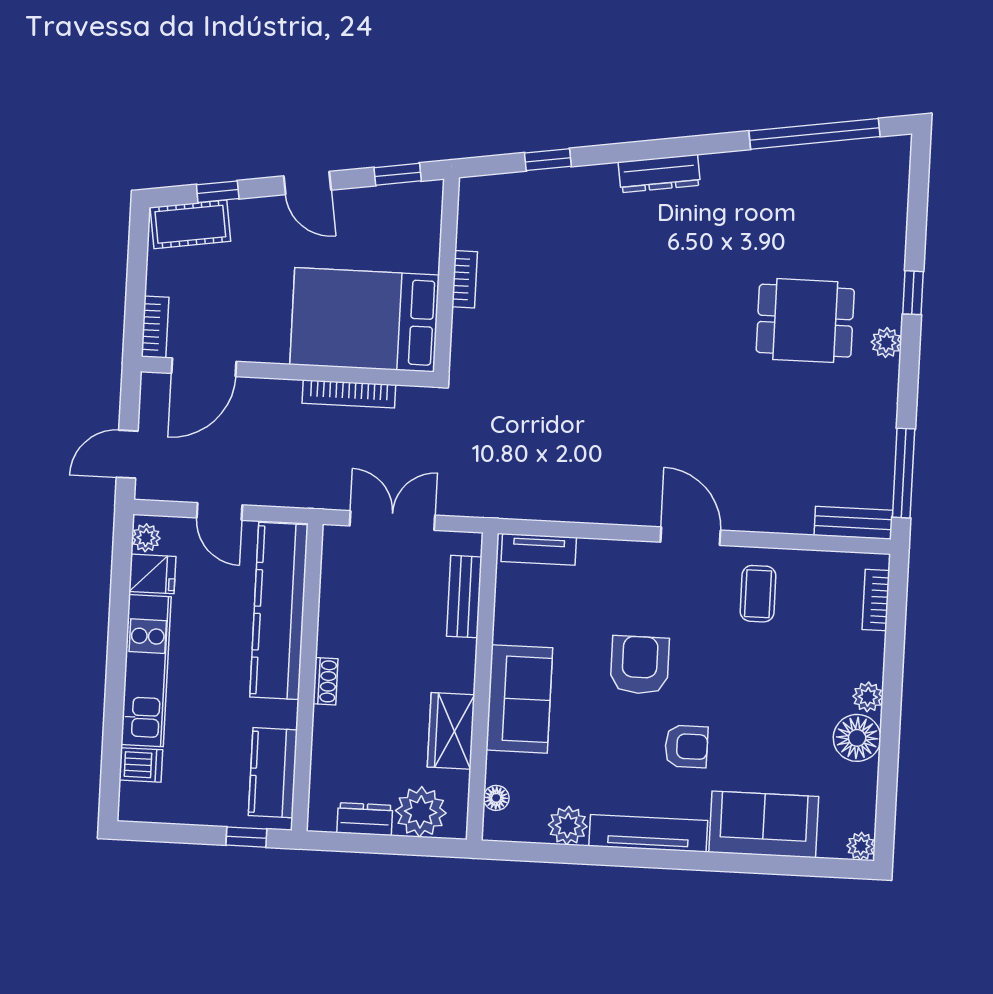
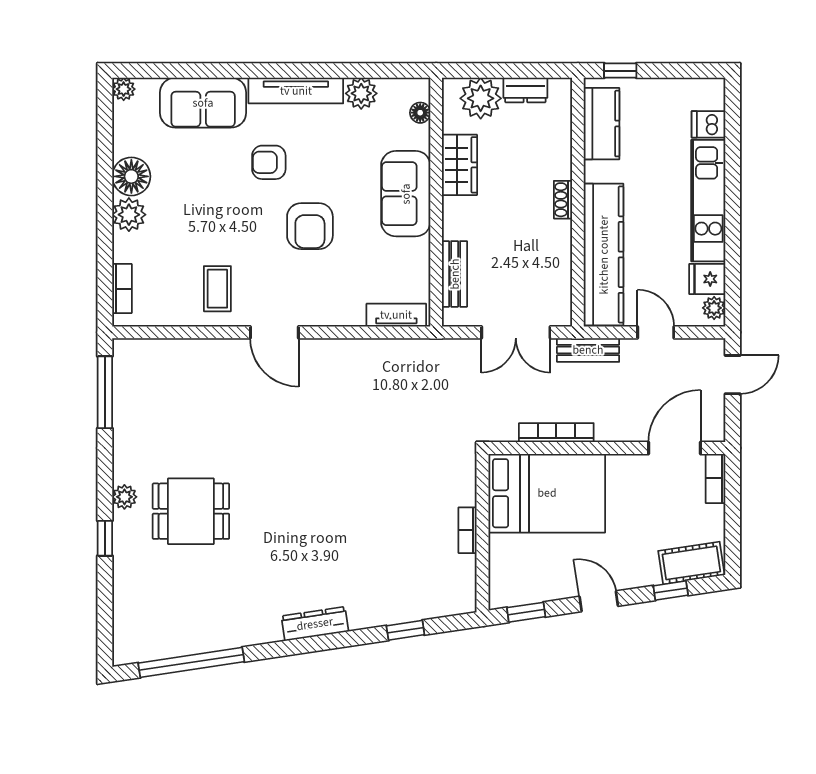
bench: (853, 523) -> (588, 350), moved
plant: (868, 697) -> (129, 215), width x1.38, depth x1.38

